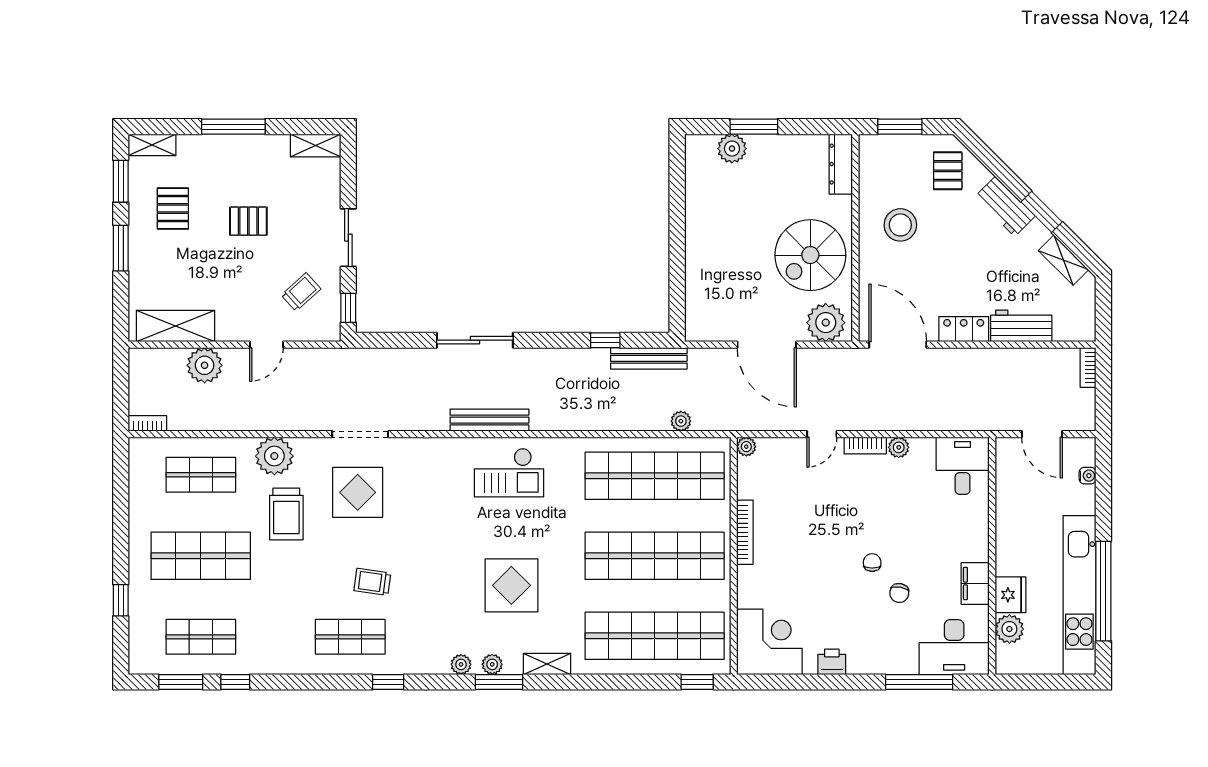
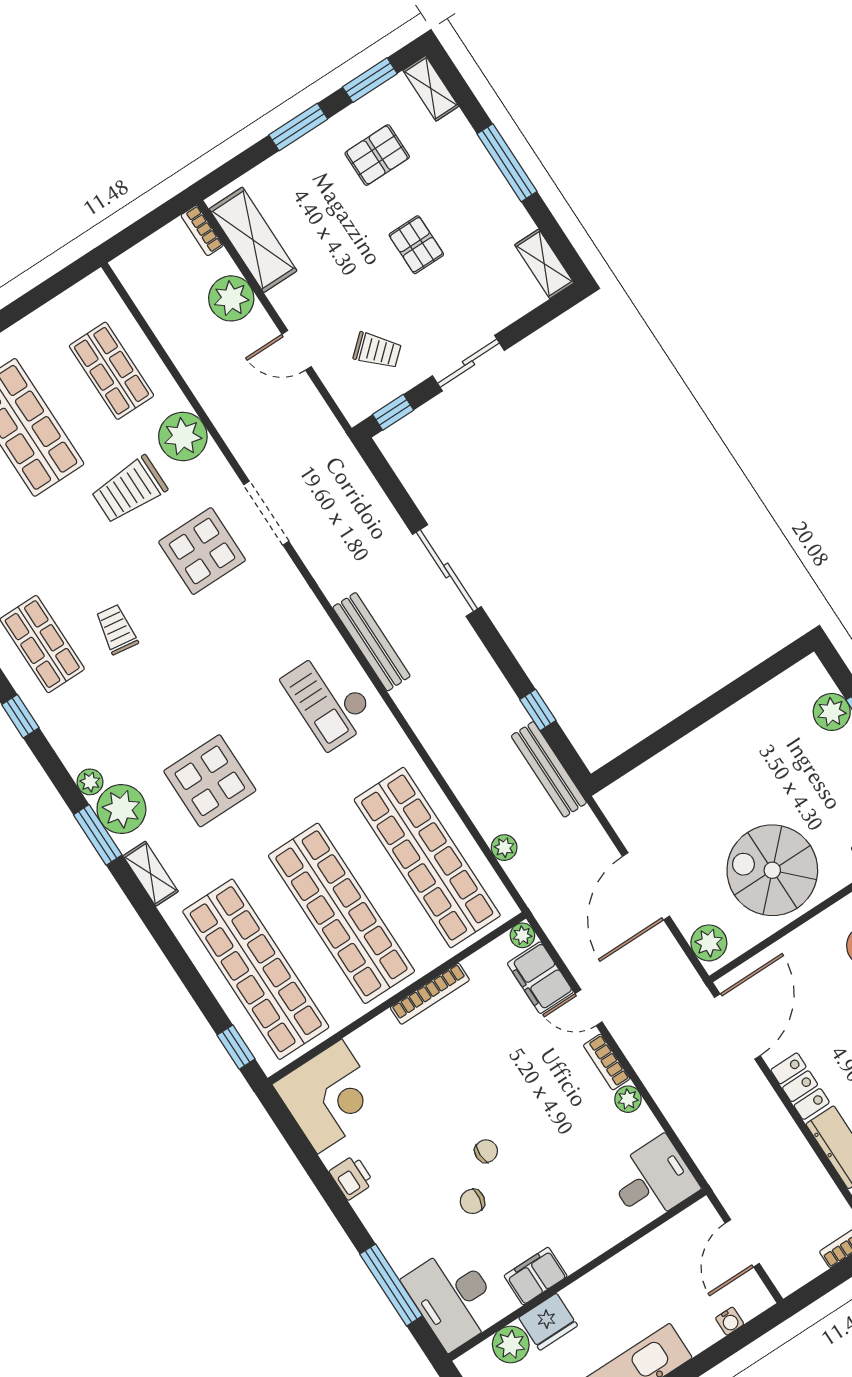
plant: (826, 323) -> (709, 943), width x0.73, depth x0.73
bookcase: (147, 423) -> (202, 230), moved, turned 180
filing cabinet: (782, 453) -> (540, 978), added
plant: (492, 664) -> (121, 809), width x1.87, depth x1.87

